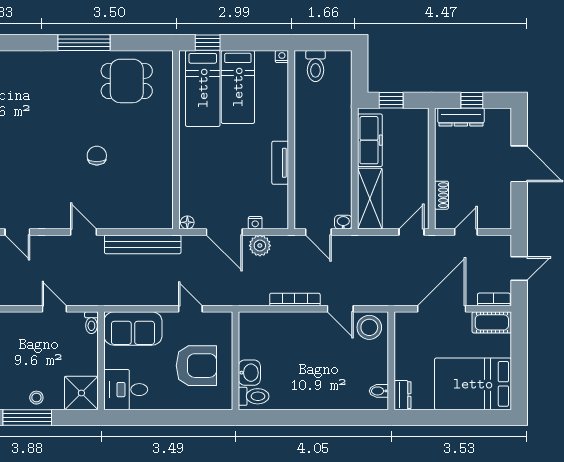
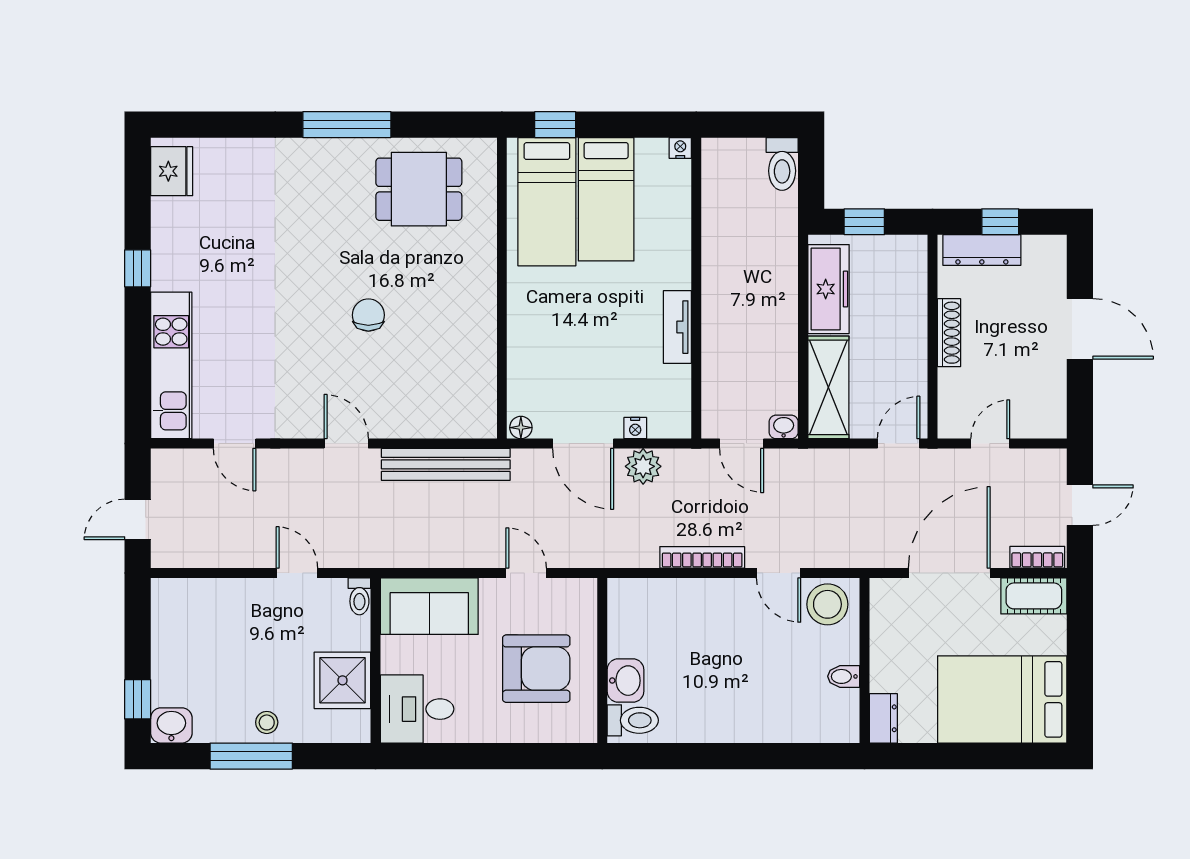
toilet: (316, 66) -> (782, 164), moved
shoe rack: (441, 195) -> (949, 333), moved, width x1.43
bidet: (379, 391) -> (844, 676), moved
shower: (81, 393) -> (342, 680), moved

